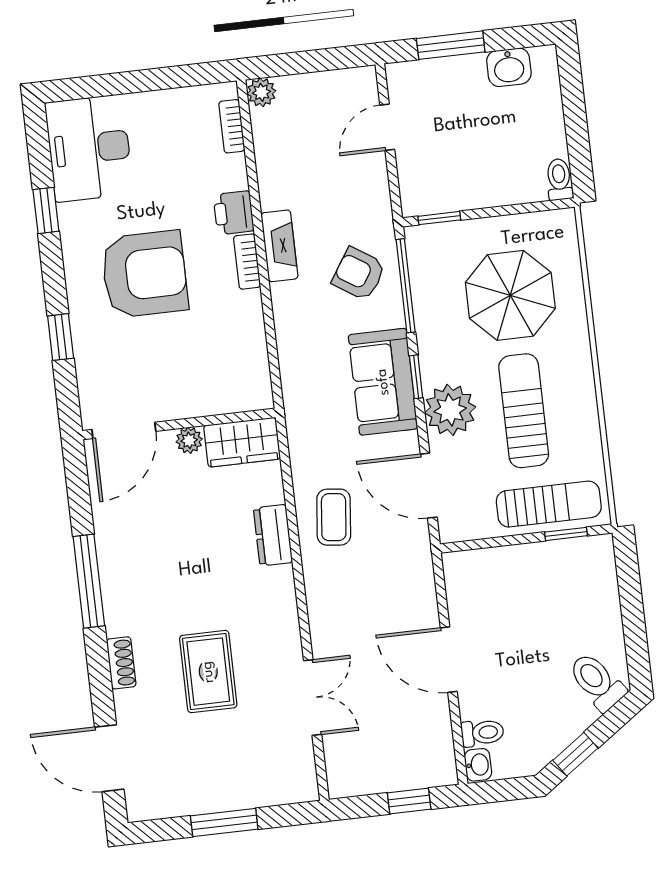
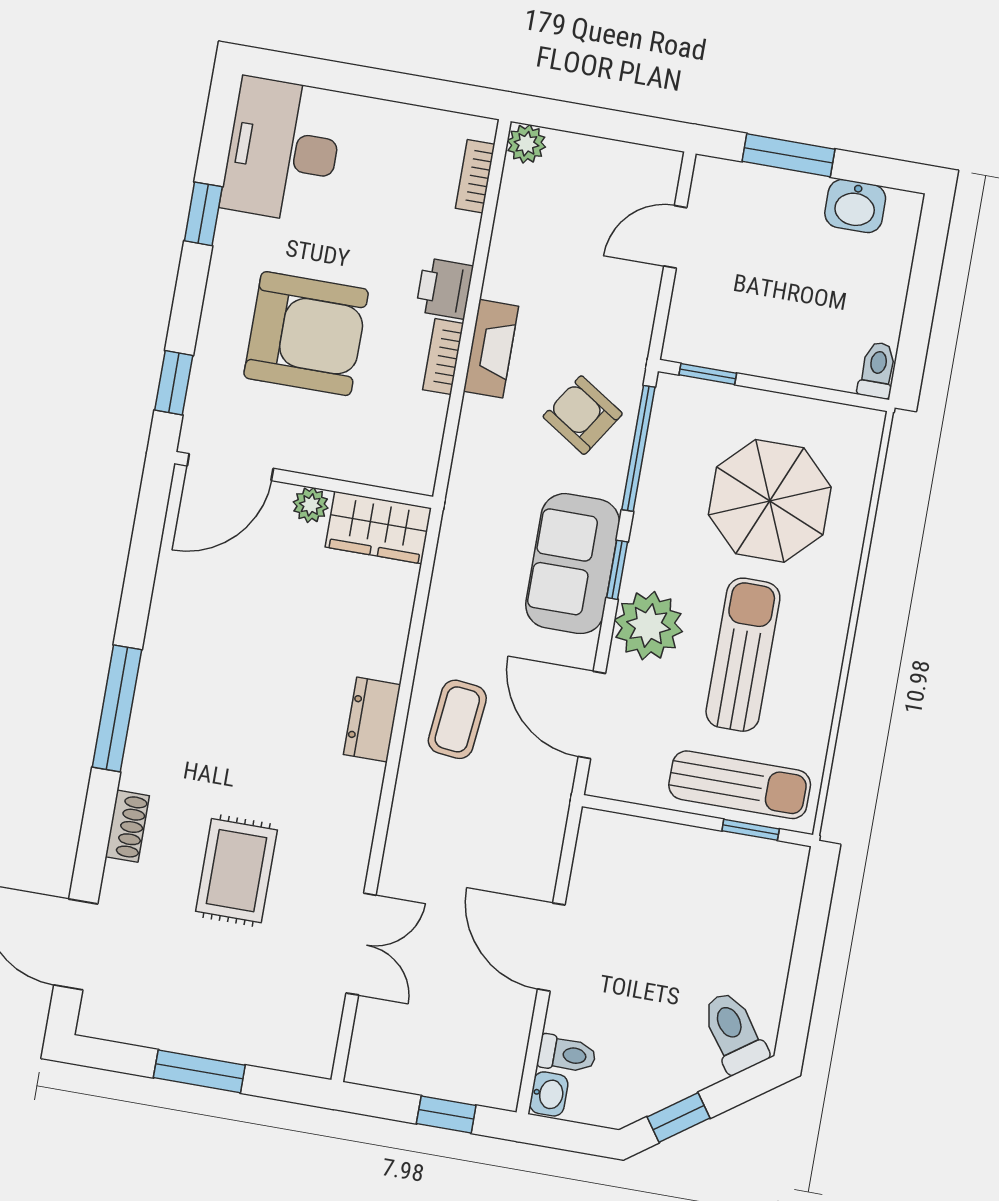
wall: (179, 424) -> (304, 480), moved
door: (124, 430) -> (230, 467), moved
plant: (189, 440) -> (311, 505), moved
wardrobe: (242, 442) -> (378, 528), moved

